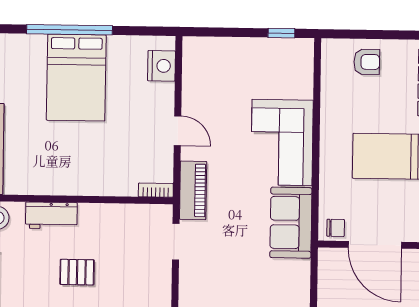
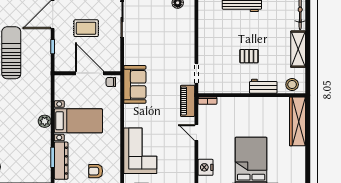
corner sofa: (282, 142) -> (140, 151), moved

